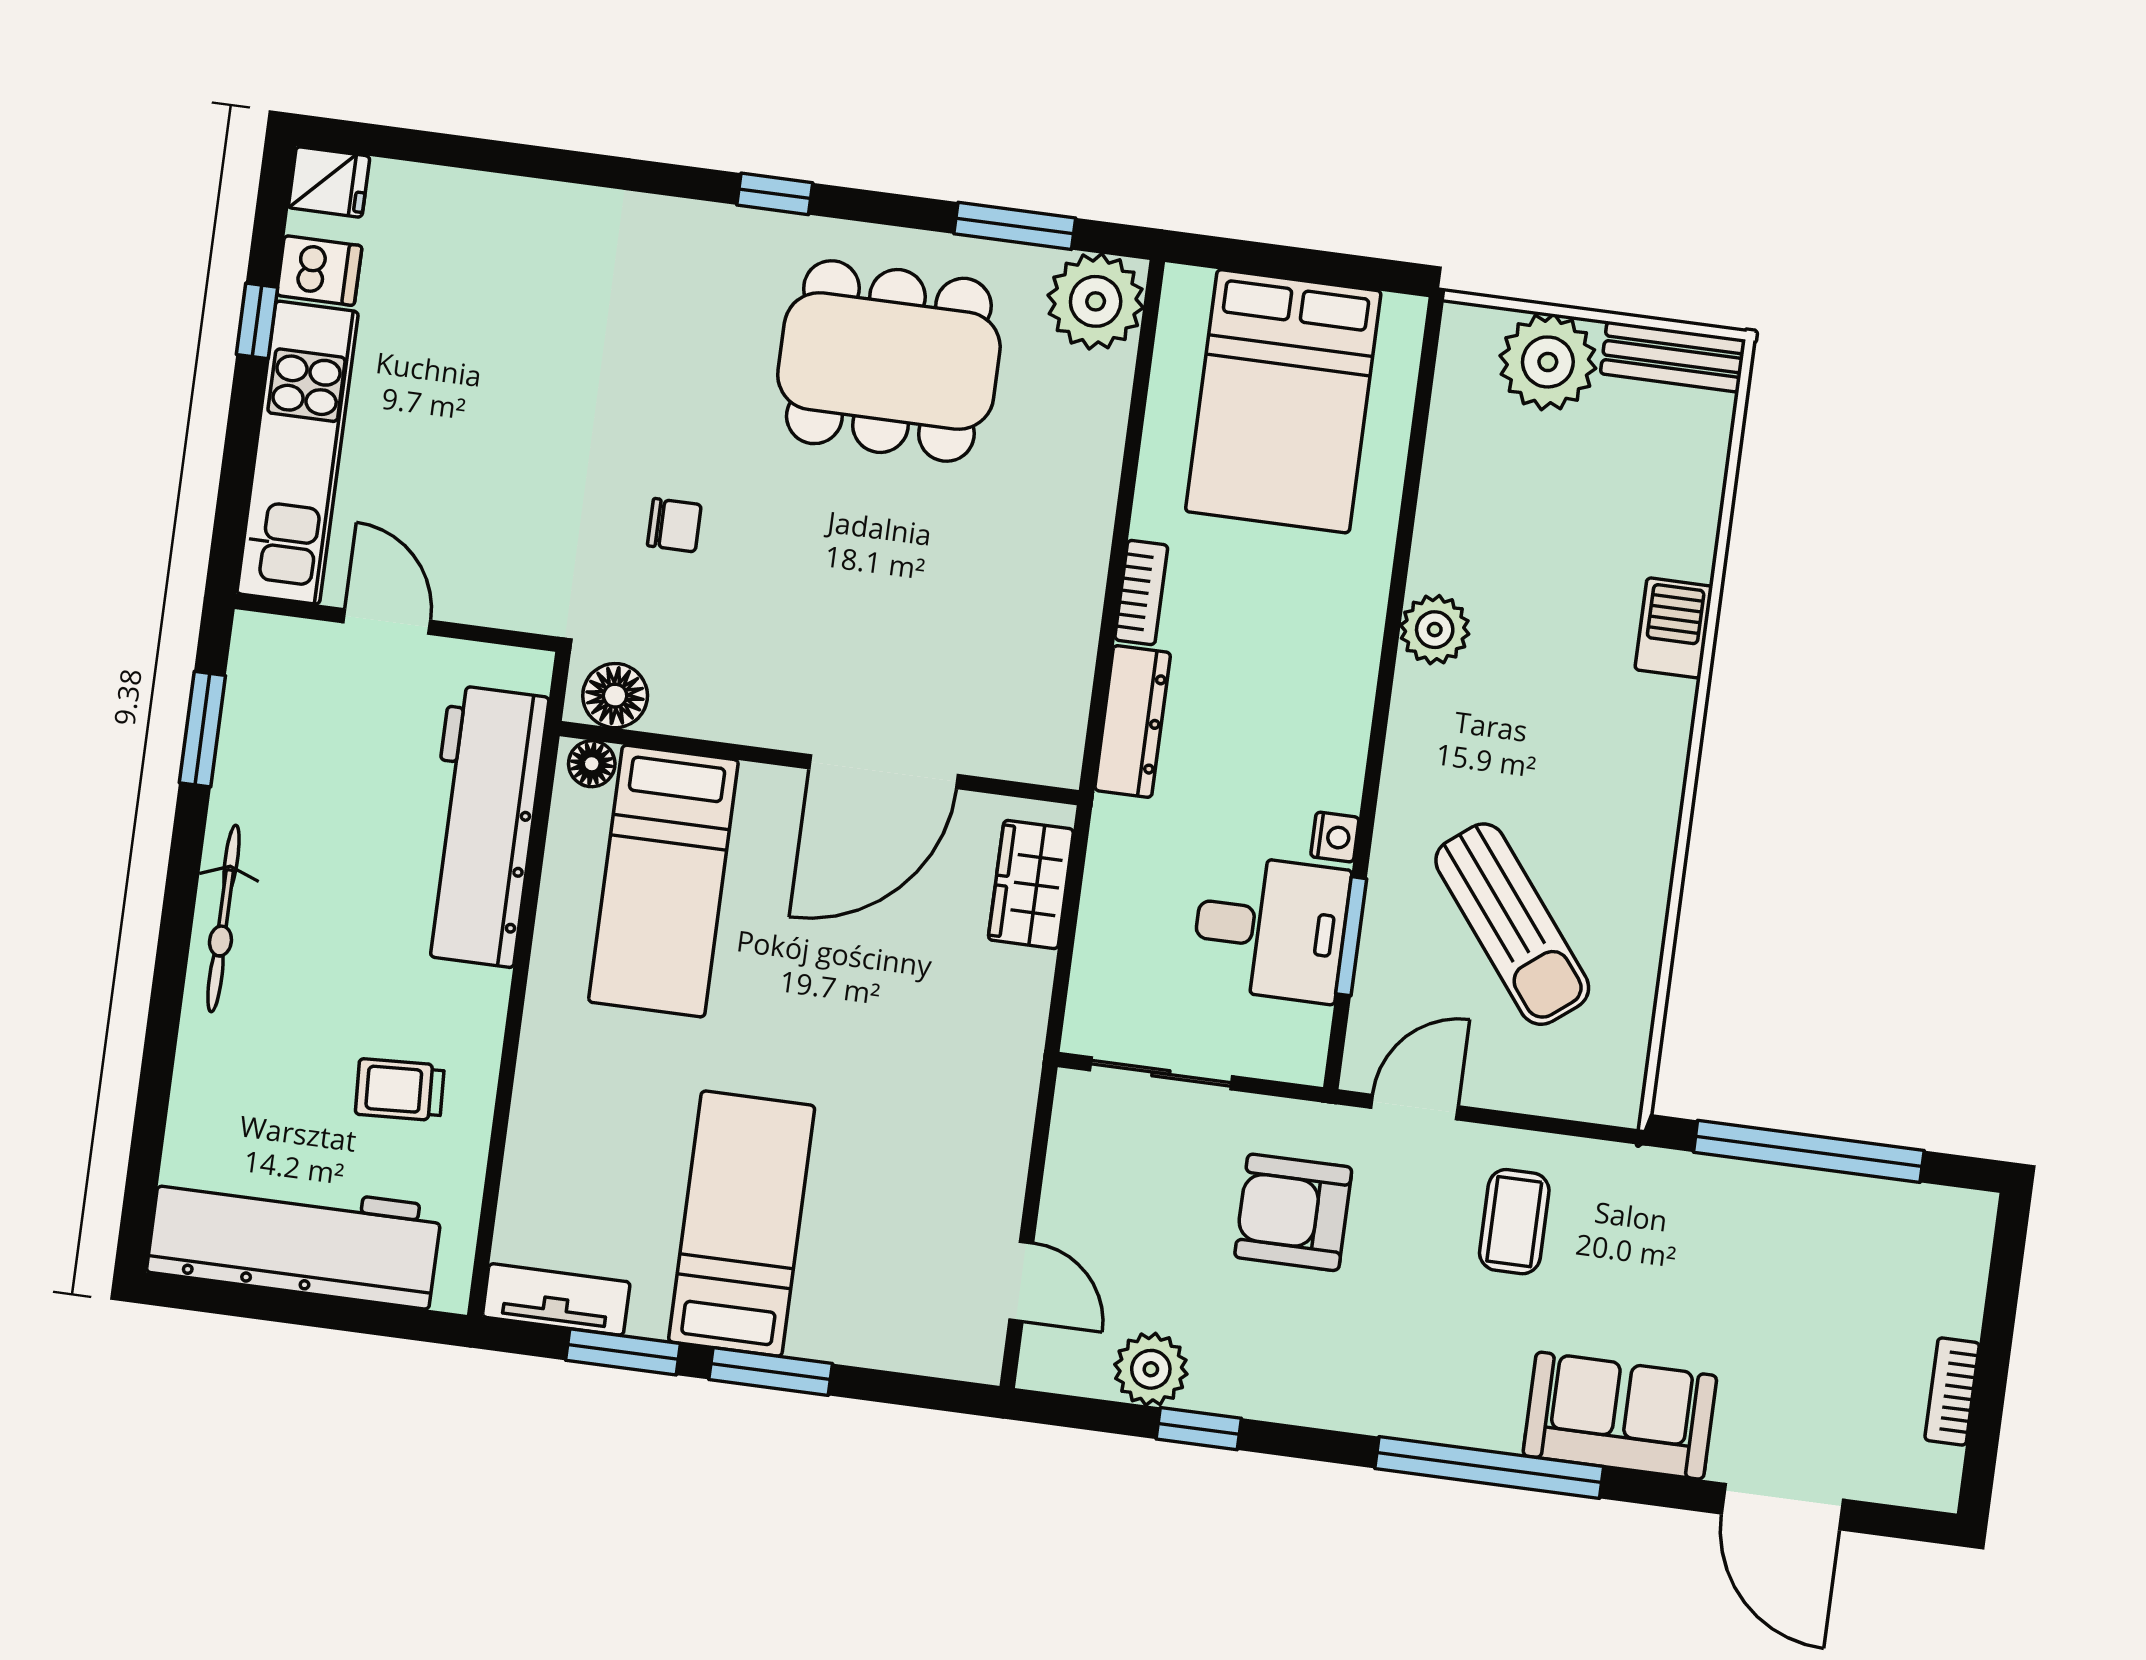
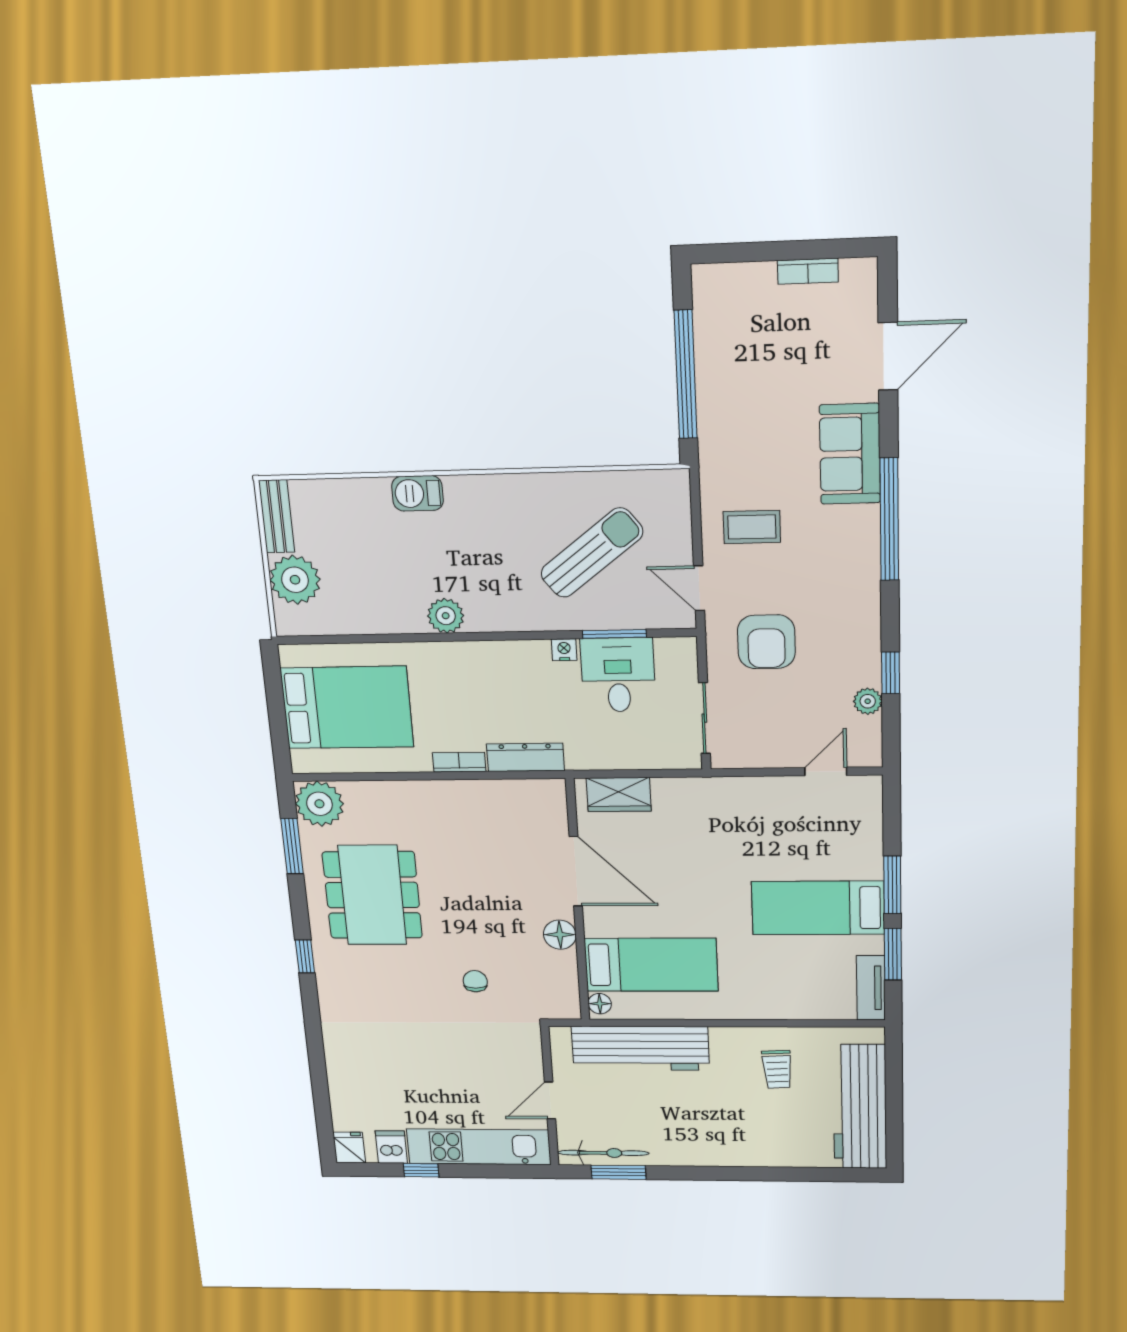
floor lamp: (615, 696) -> (560, 935), moved
bicycle: (223, 919) -> (603, 1153), moved
plant: (1151, 1369) -> (868, 701), width x0.73, depth x0.73

